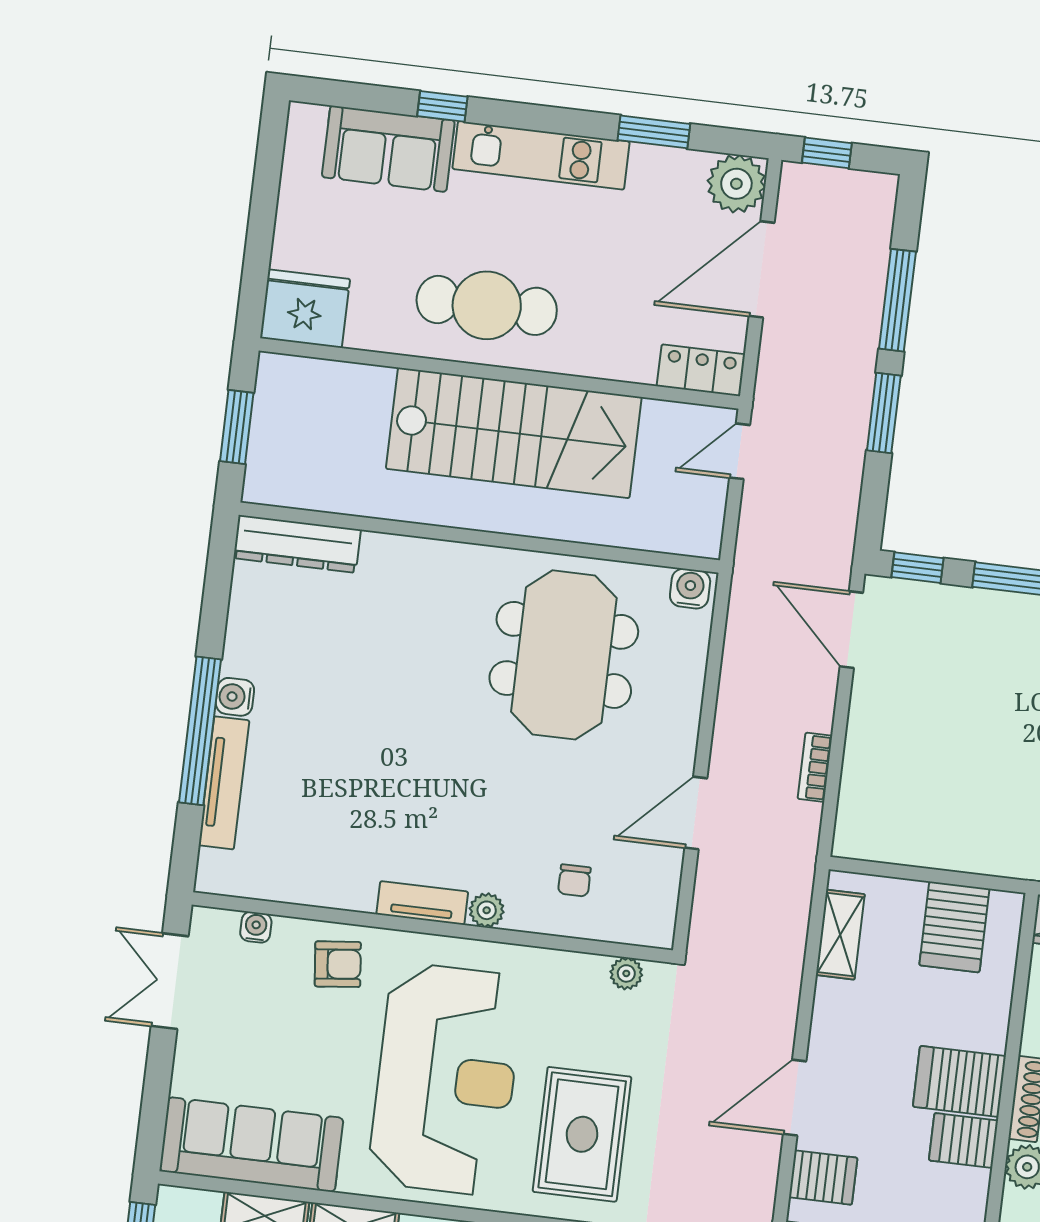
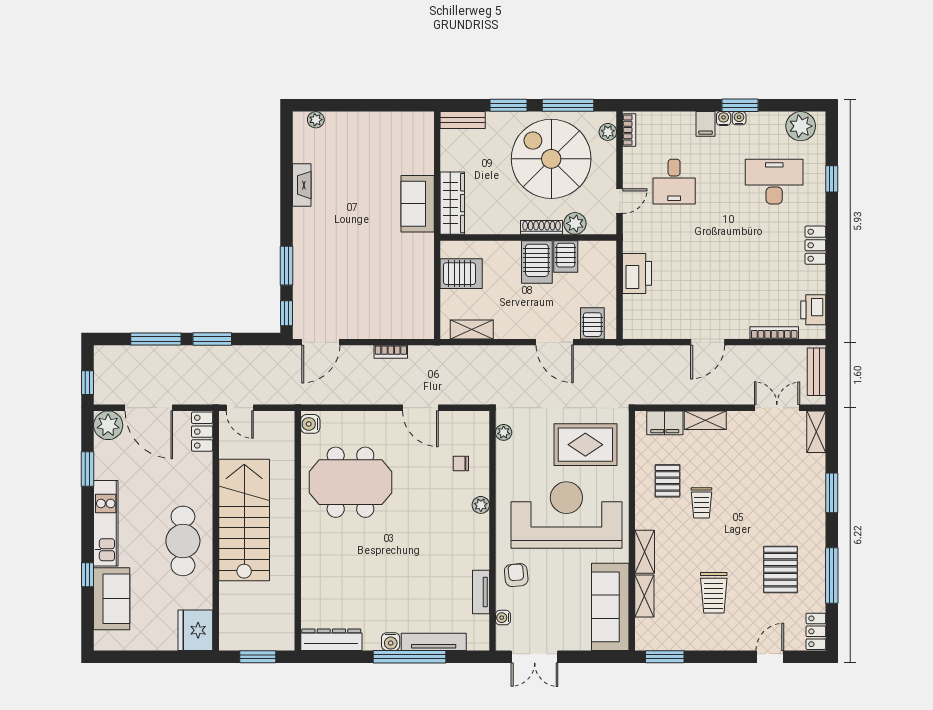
dresser: (297, 544) -> (331, 640), moved, turned -90
chair: (574, 880) -> (461, 464), turned 180
tv unit: (422, 903) -> (481, 592), moved

